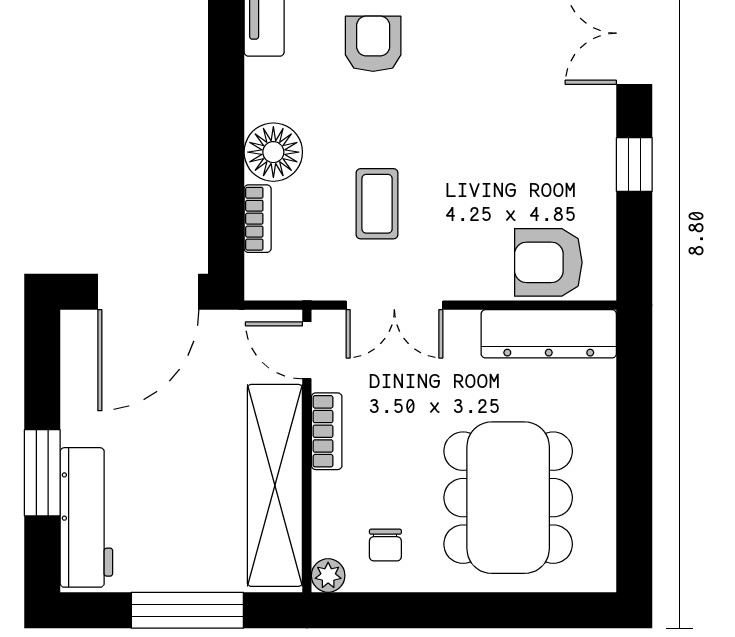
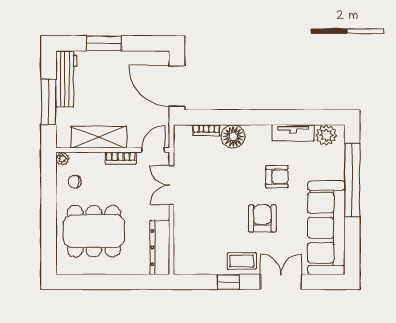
coffee table: (377, 204) -> (242, 261), moved
armchair: (548, 262) -> (262, 219), moved
shelving: (275, 485) -> (99, 137), width x0.68
workbench: (86, 517) -> (66, 79), moved, turned -90

